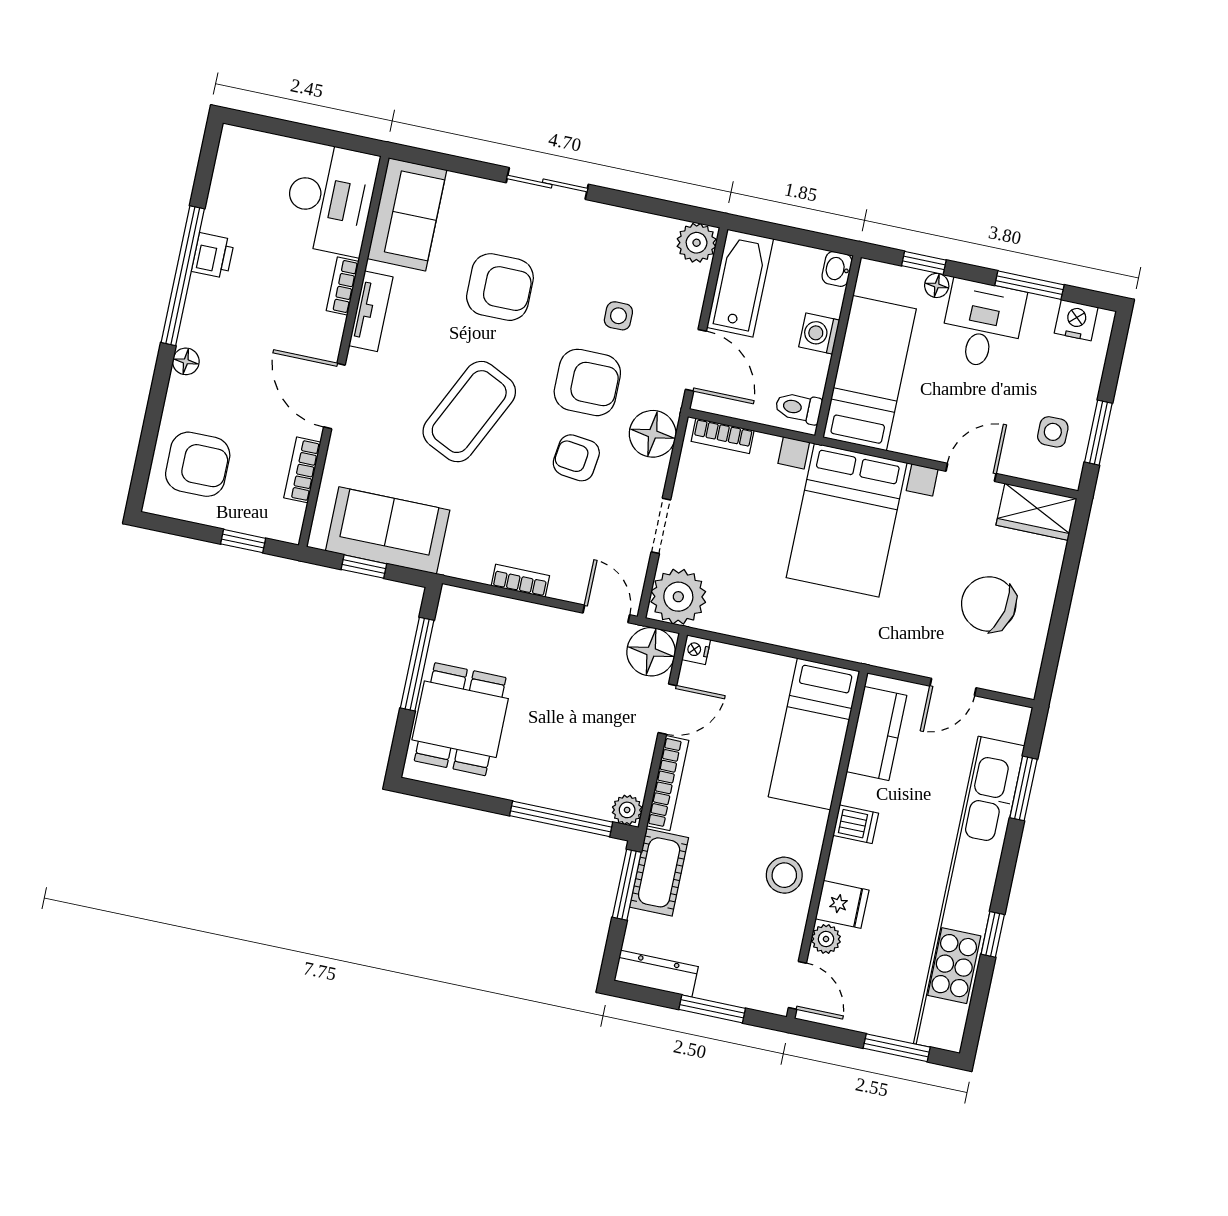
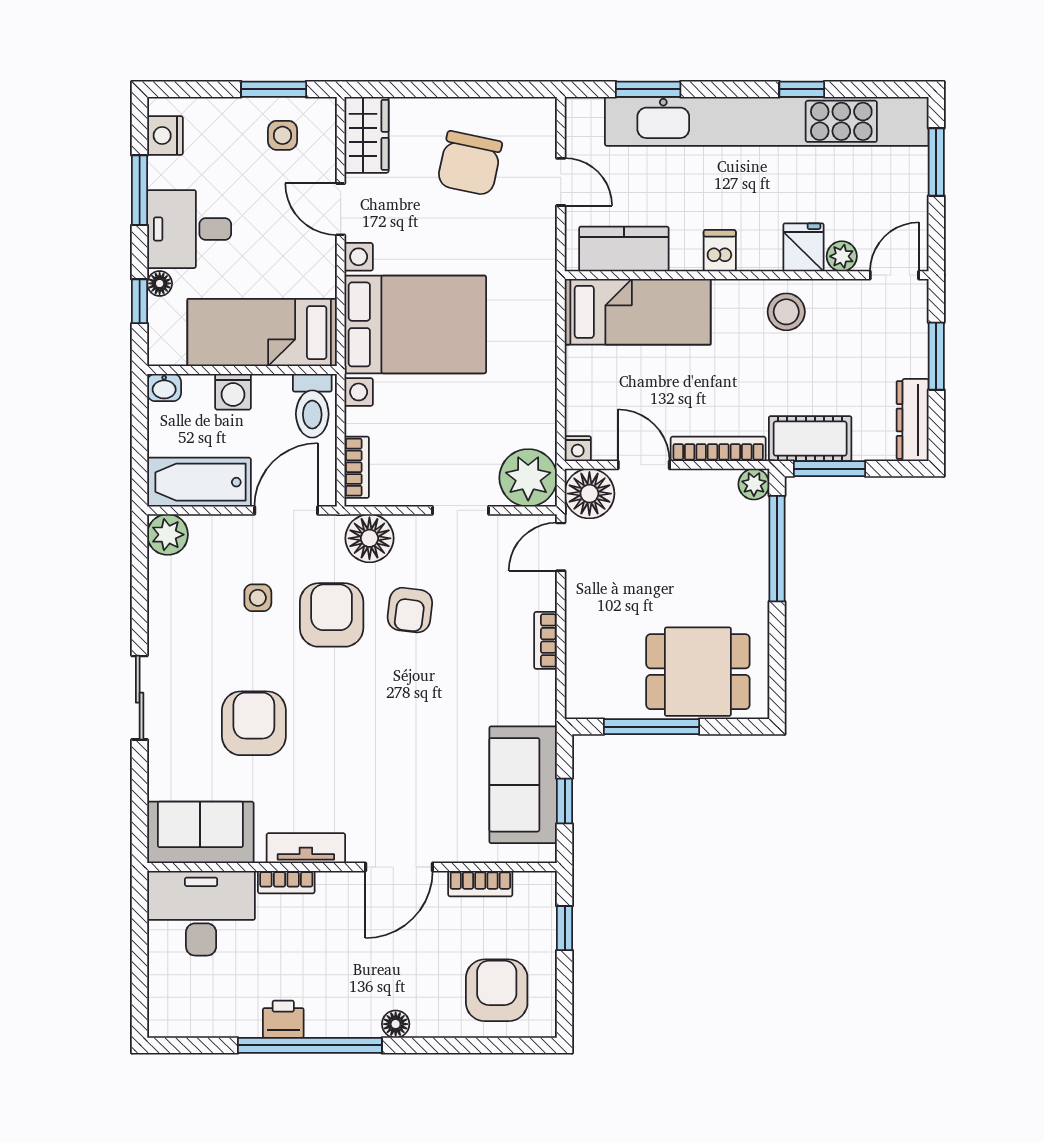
toilet: (798, 408) -> (312, 406), width x1.37, depth x1.39
coffee table: (469, 412) -> (386, 728), removed

